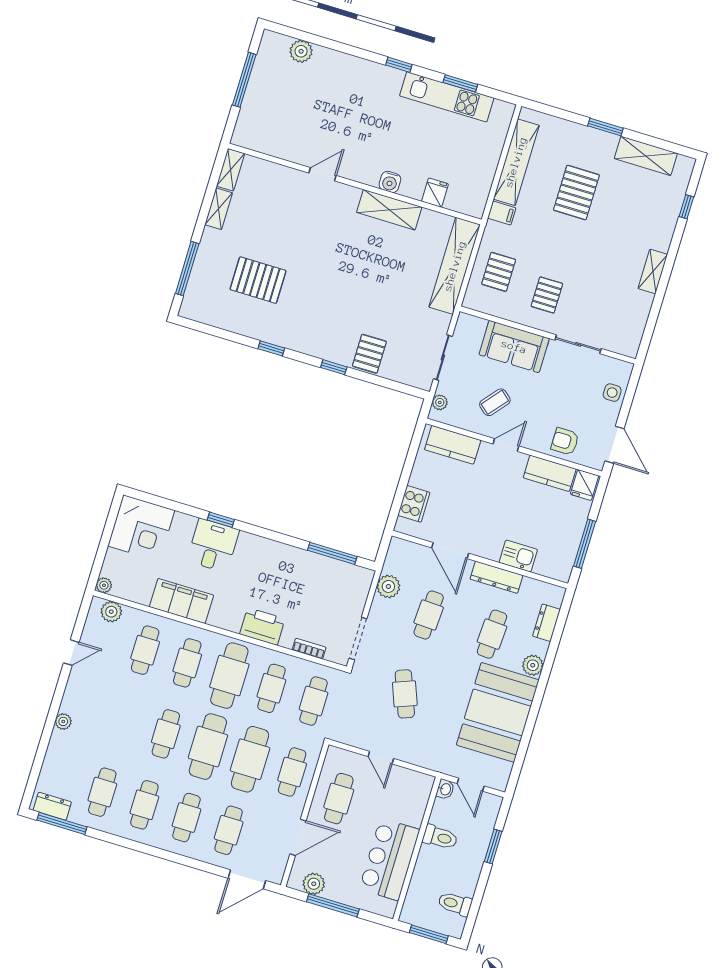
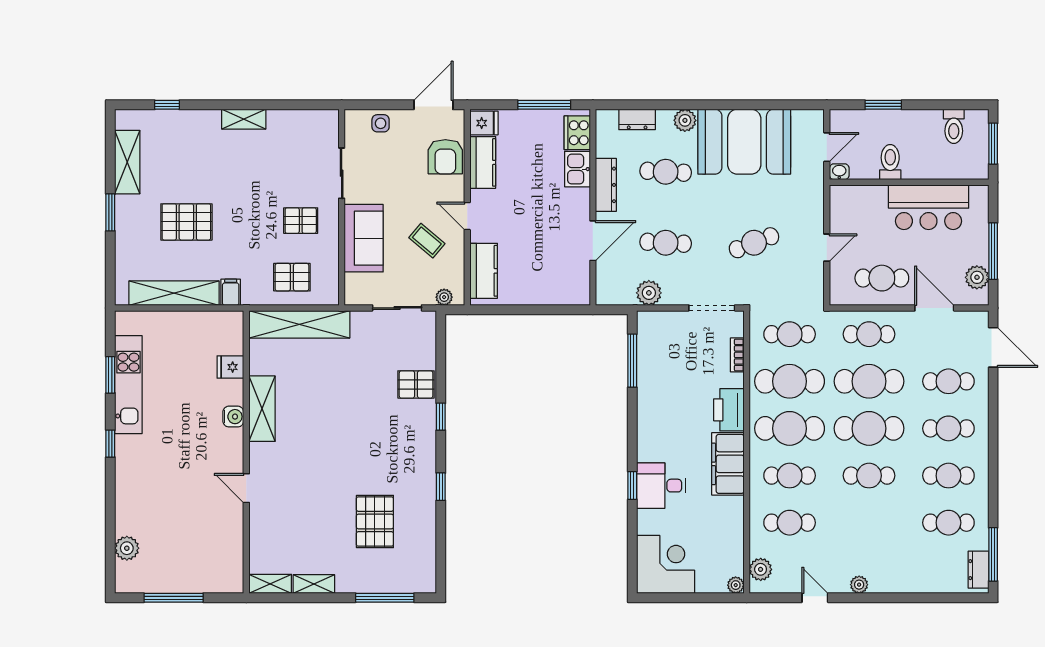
armchair: (565, 441) -> (445, 157), width x1.38, depth x1.38
cooker: (414, 504) -> (577, 133), moved, turned -90
filing cabinet: (181, 601) -> (728, 464), moved
cafe table: (271, 688) -> (790, 381), width x1.37, depth x1.35
plant: (63, 721) -> (859, 585), moved

